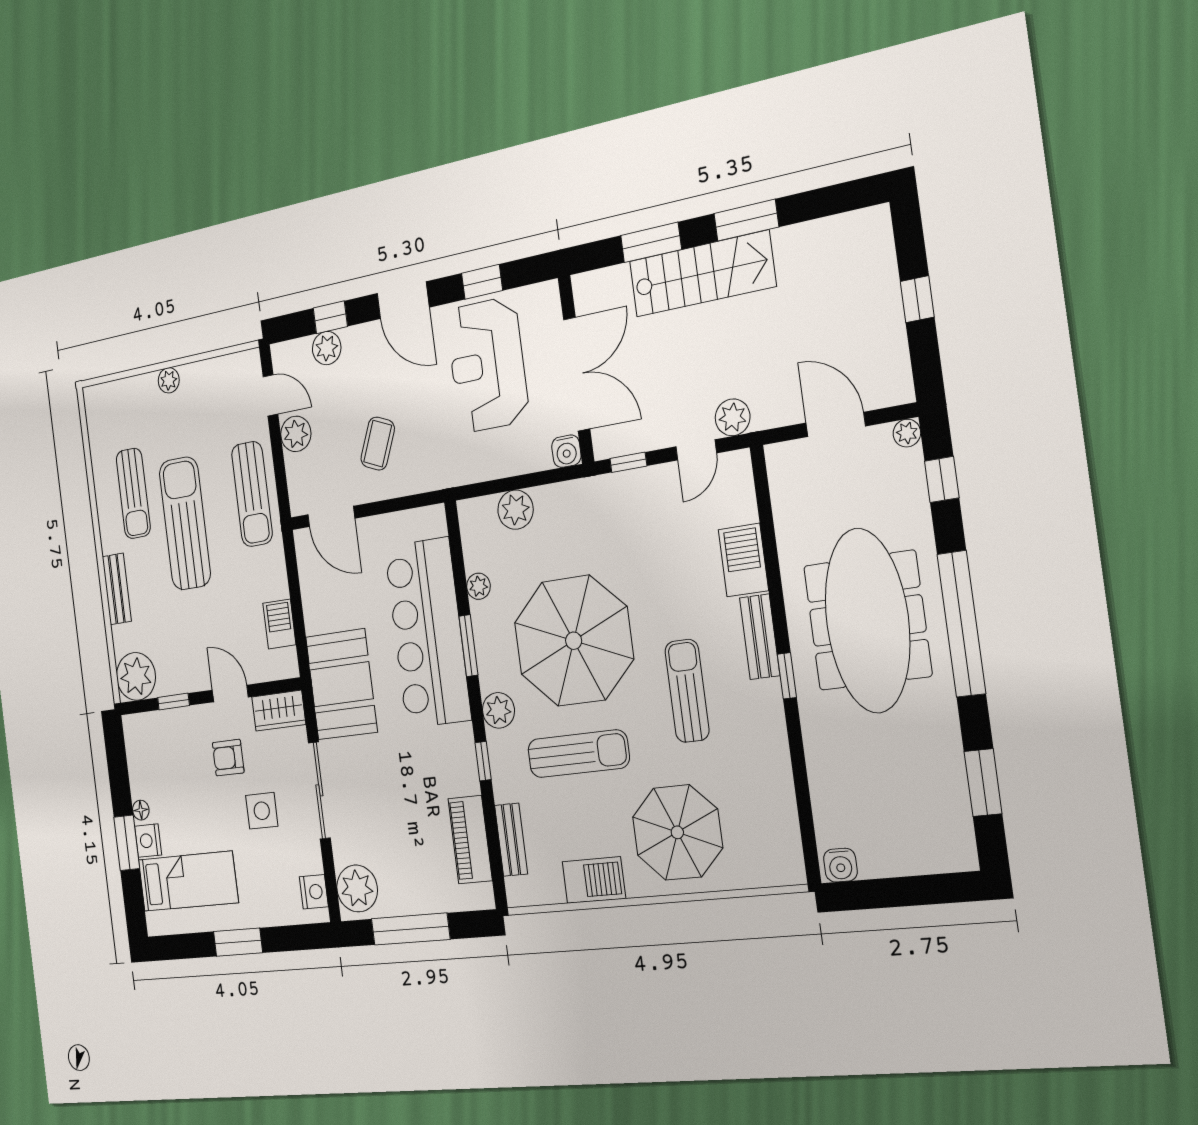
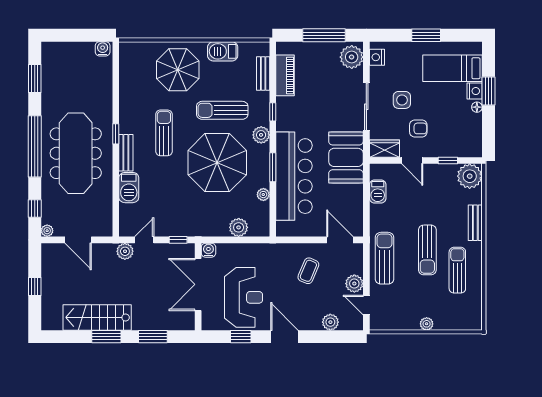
stairs: (702, 274) -> (97, 317), moved
window: (330, 317) -> (326, 337), removed
sun lounger: (185, 523) -> (427, 250), width x0.73, depth x0.75
sun lounger: (687, 691) -> (164, 133), turned 180

